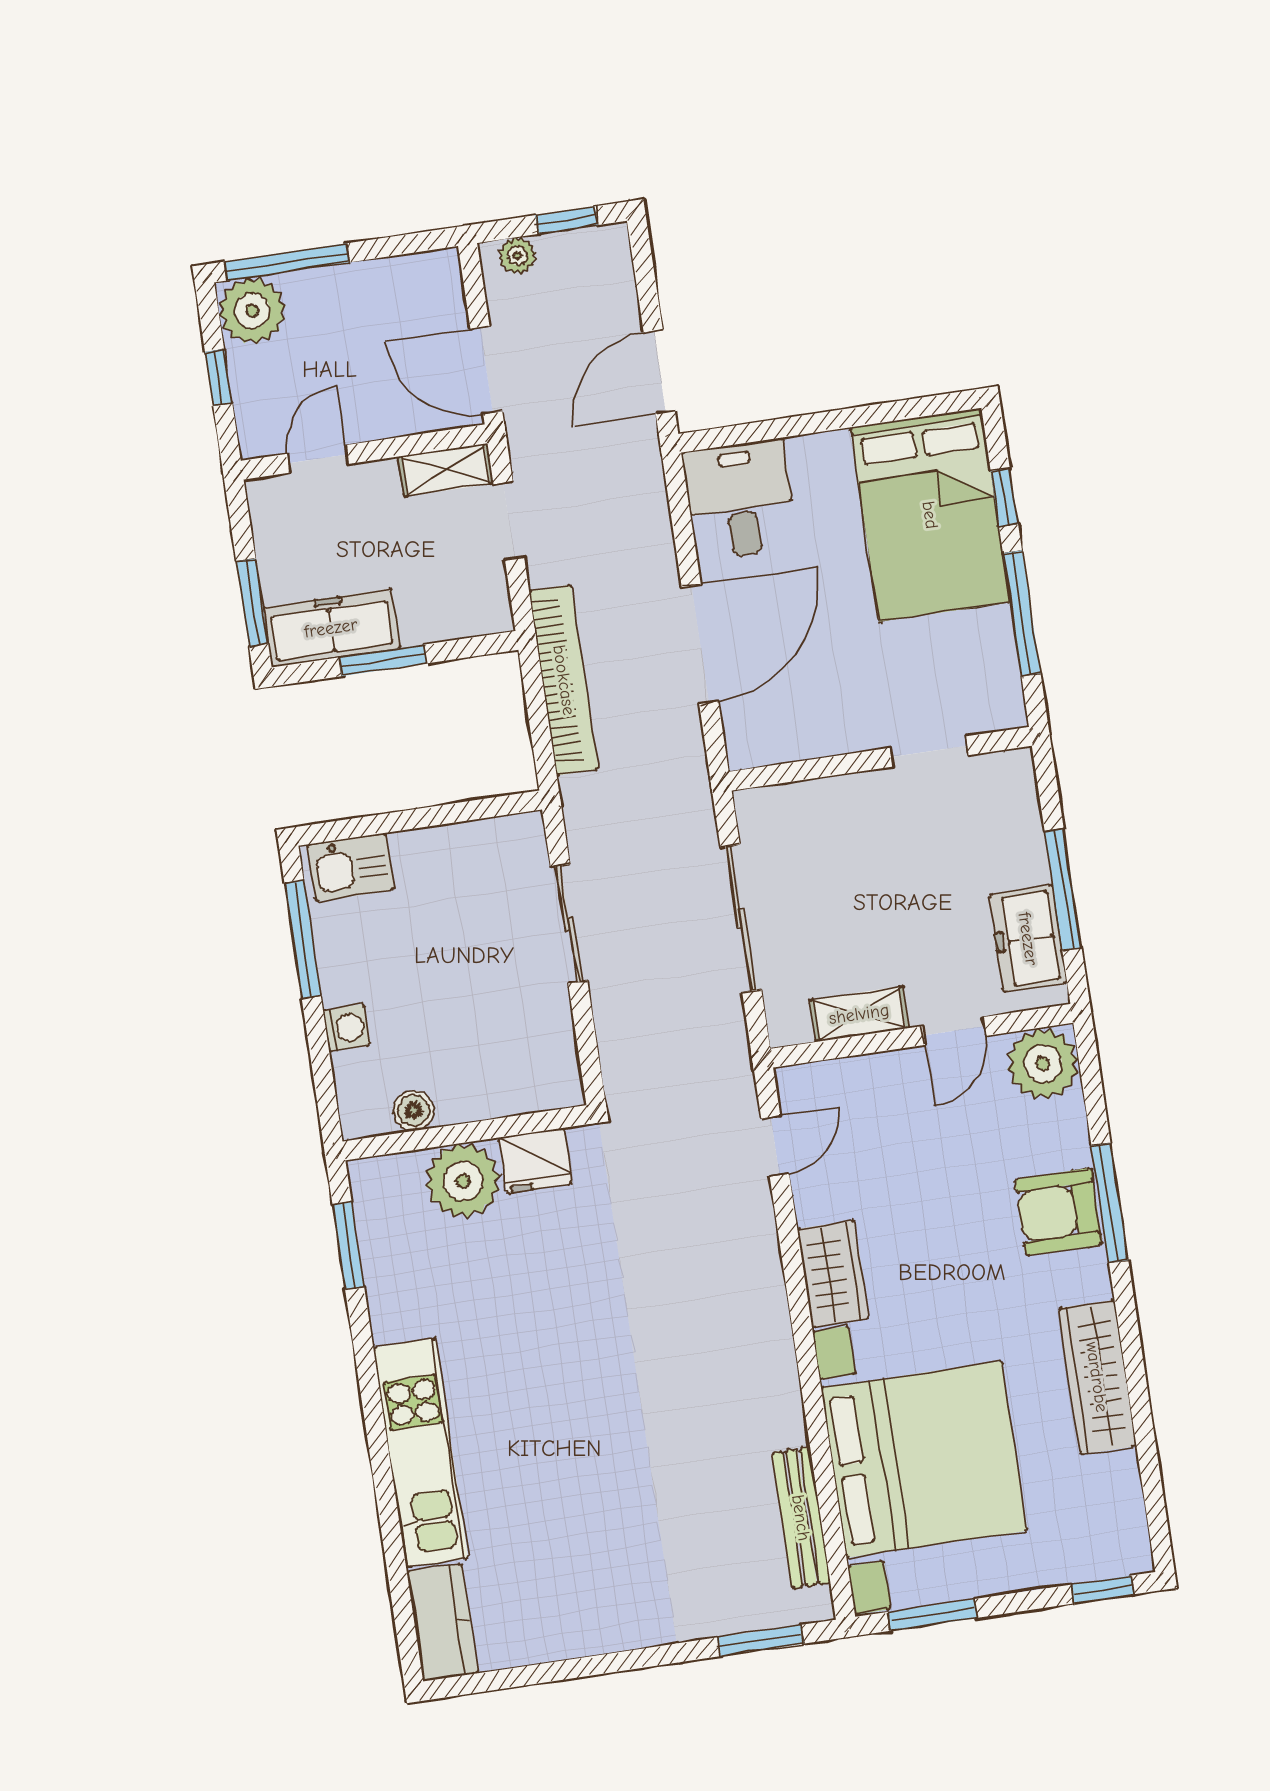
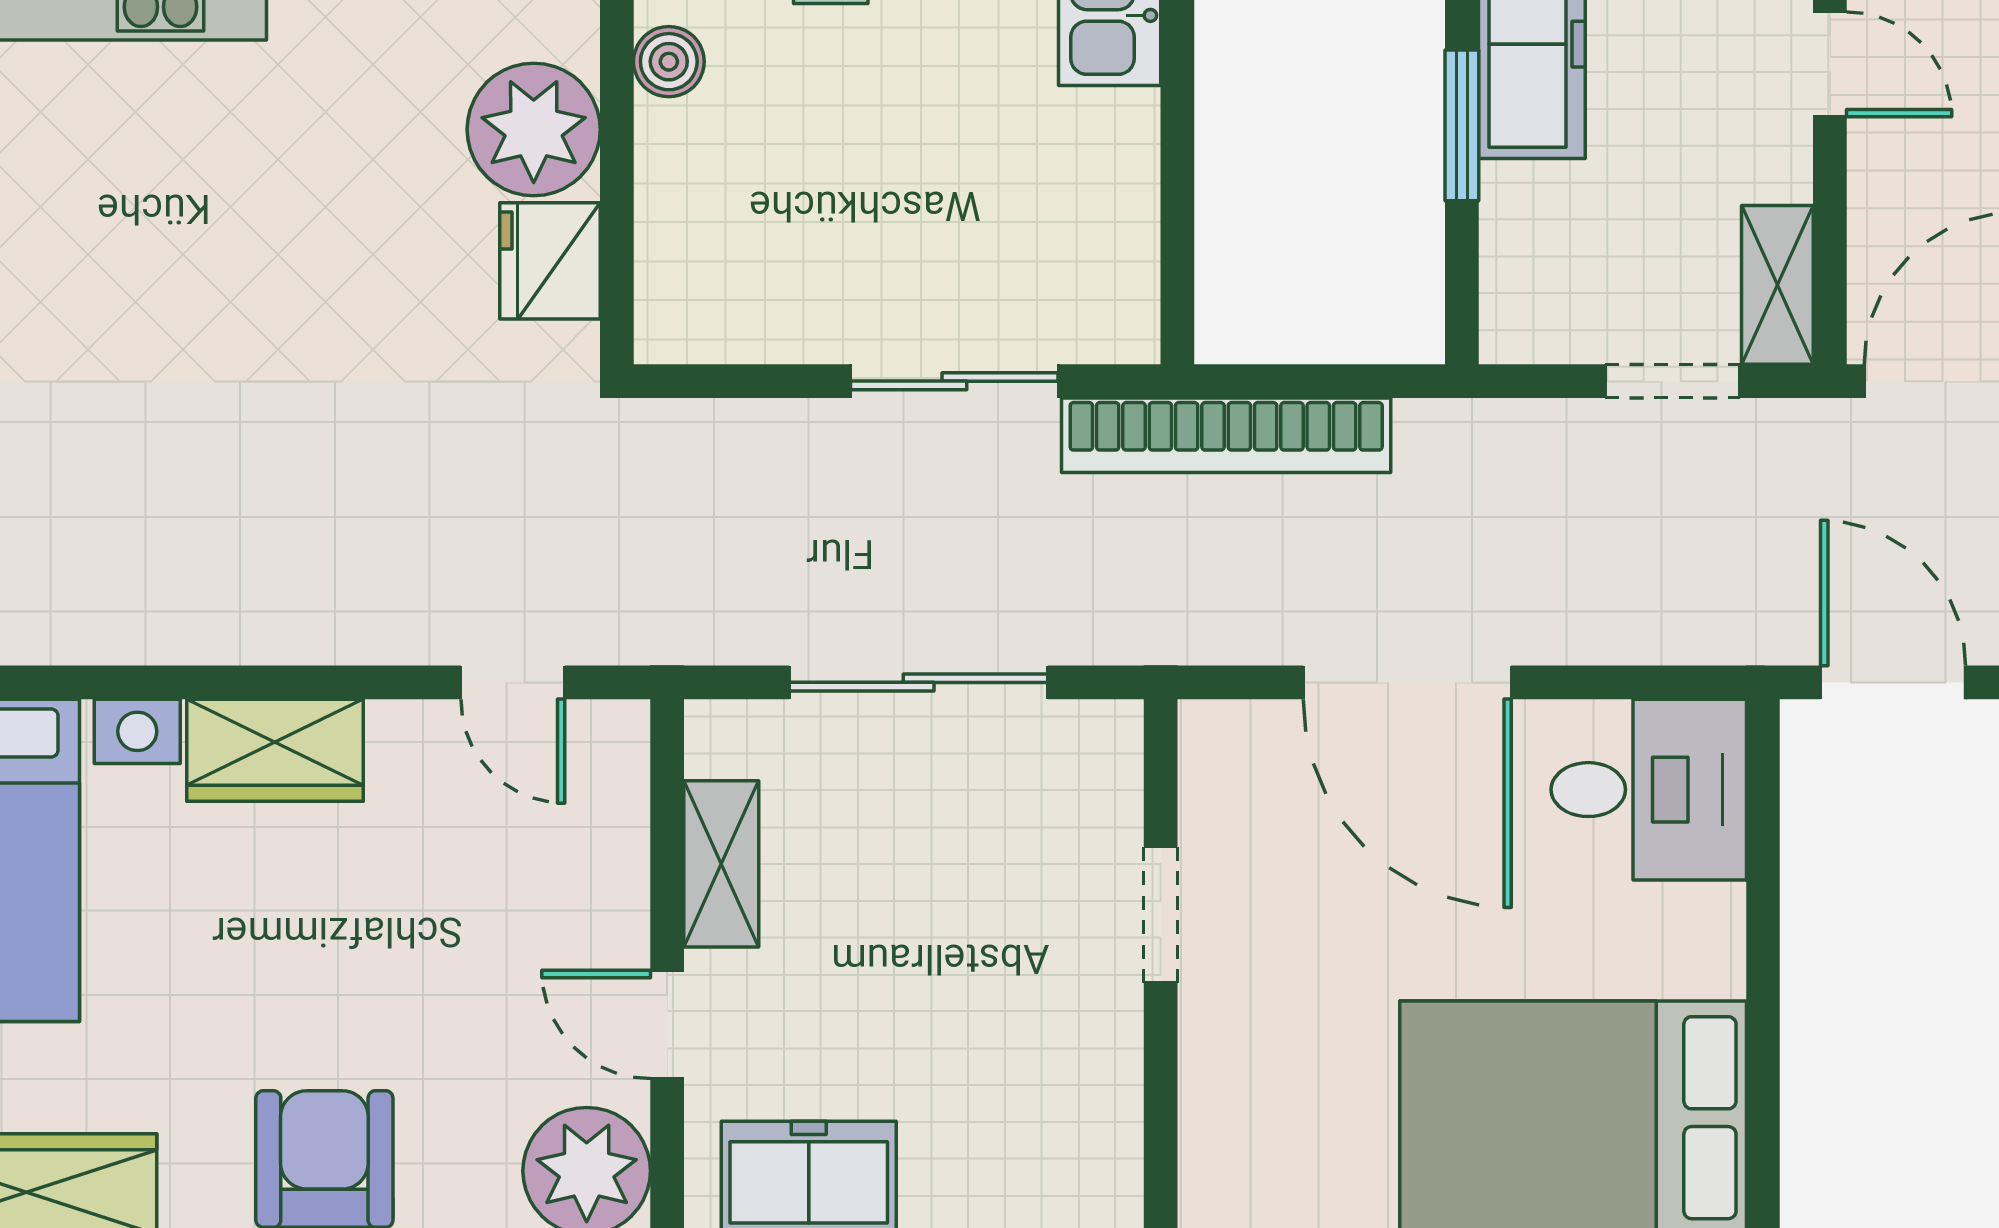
bookcase: (564, 680) -> (1226, 435), moved
doorway: (929, 751) -> (1161, 915), moved

